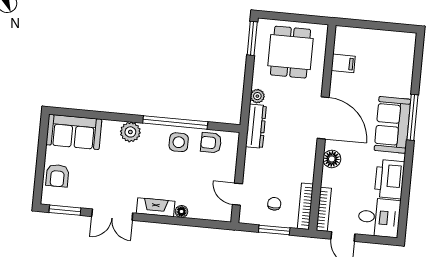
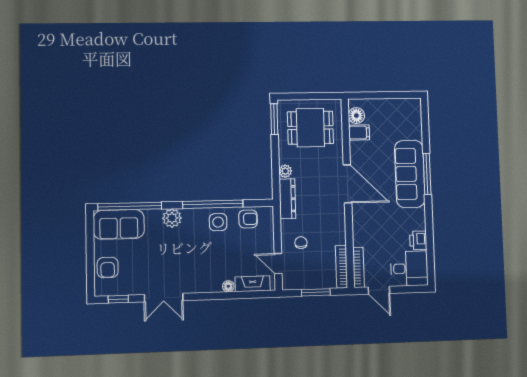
dining table: (290, 52) -> (310, 128), turned 90
window: (87, 114) -> (130, 206), added
sofa: (392, 125) -> (410, 174), width x1.36
armchair: (211, 143) -> (248, 219), turned 180
floor lamp: (332, 159) -> (356, 116), moved
printer: (389, 179) -> (418, 240), width x0.53, depth x0.68
chair: (274, 204) -> (301, 243), moved
fireplace: (156, 207) -> (253, 284), moved
window: (65, 210) -> (118, 299), width x0.67

